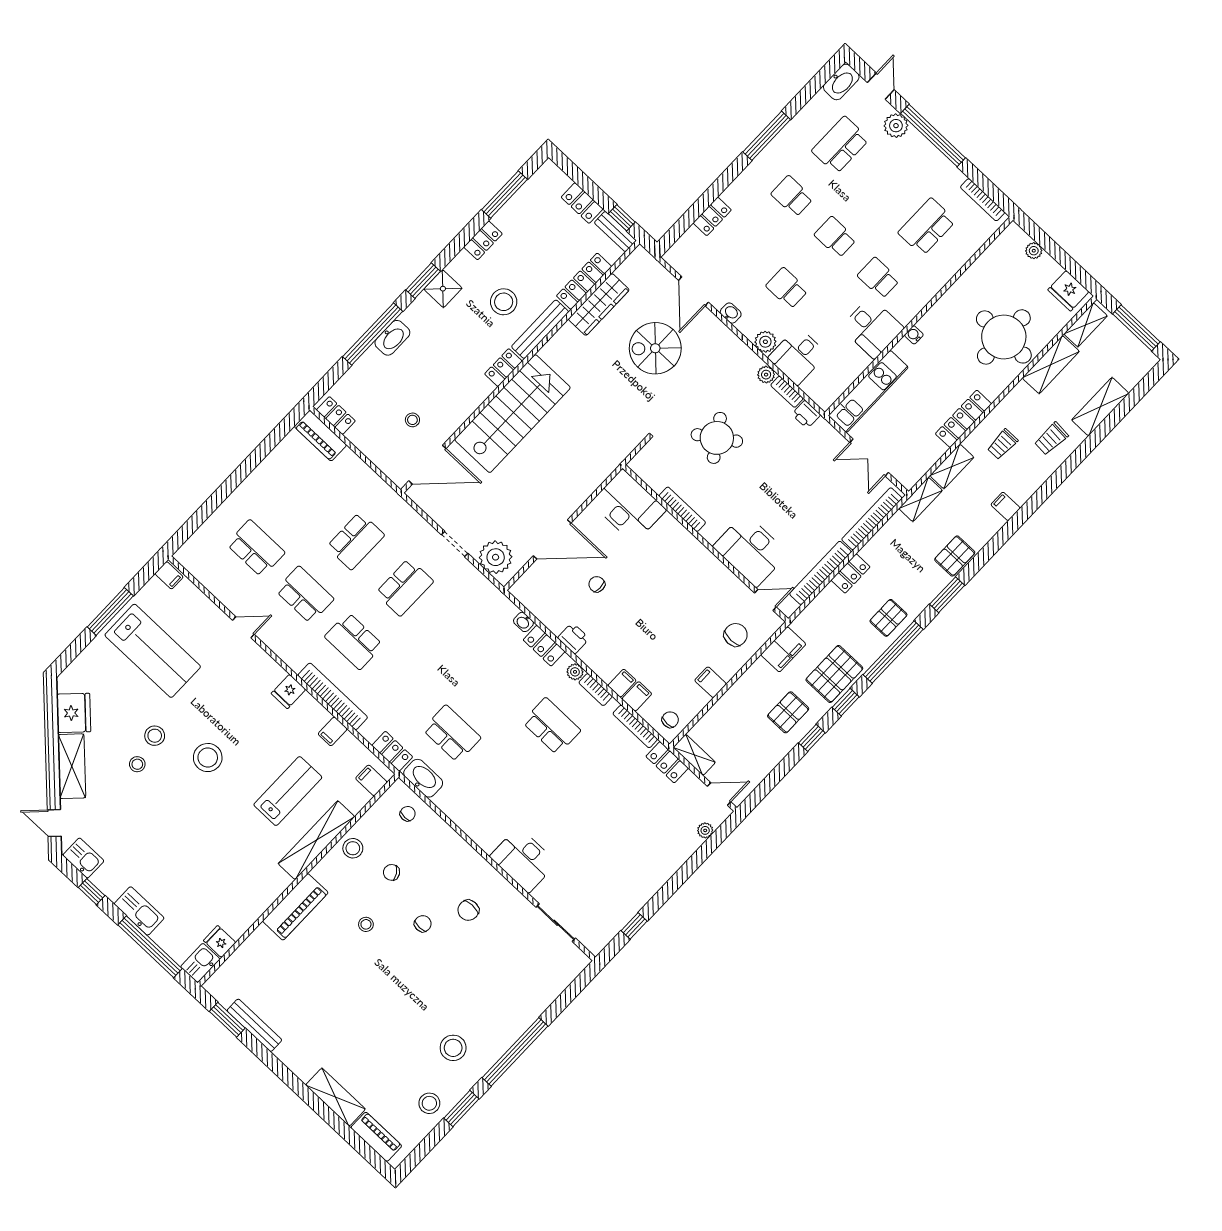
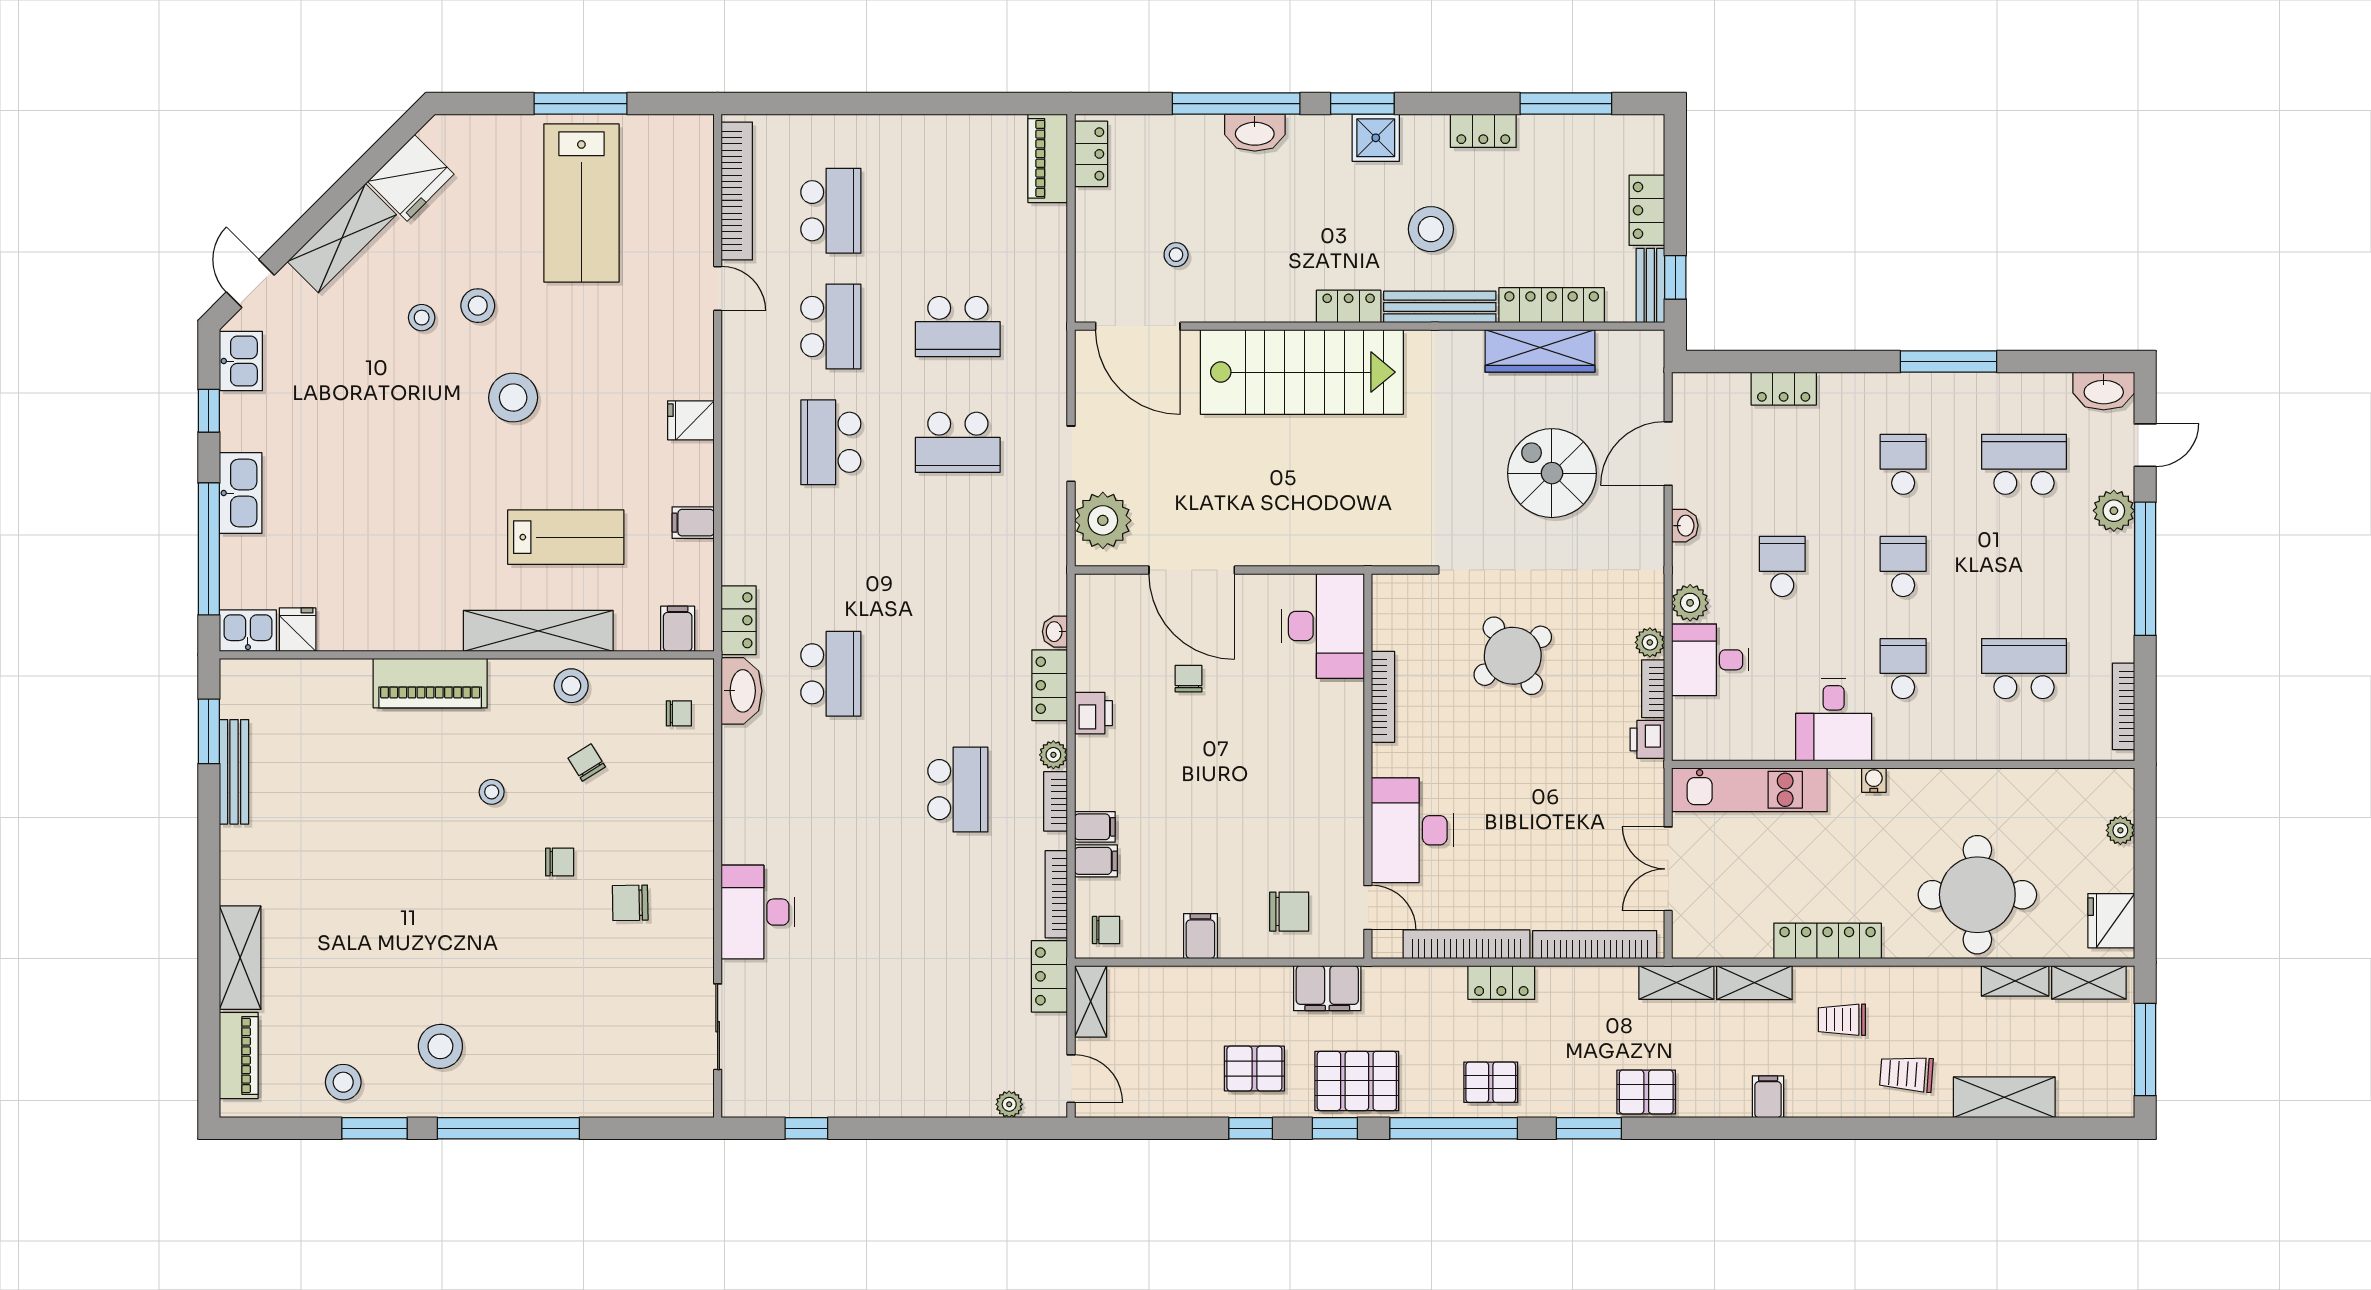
shelving: (1051, 365) -> (2015, 981), width x0.67, depth x0.75
filing cabinet: (169, 575) -> (695, 134), removed
bookcase: (333, 696) -> (737, 191), moved

